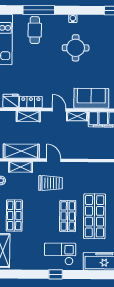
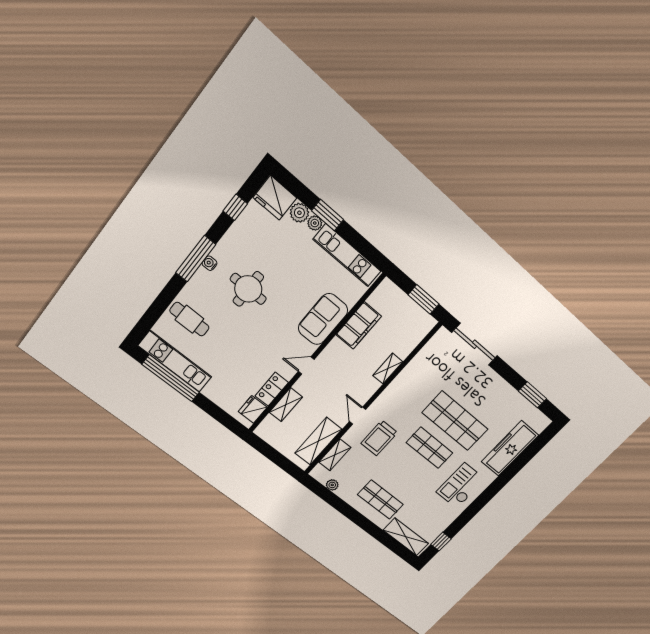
window: (39, 10) -> (196, 259), moved
shelving: (77, 116) -> (388, 369), moved
door: (54, 160) -> (358, 416), hinge flipped
trolley: (50, 183) -> (379, 438), turned 180
window: (56, 274) -> (441, 542), moved

